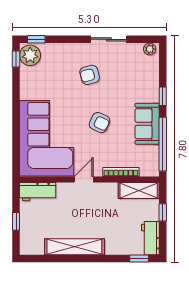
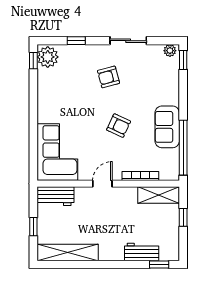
window: (36, 39) -> (76, 41), moved
window: (163, 96) -> (183, 60), moved
corner sofa: (47, 138) -> (57, 152), width x0.73, depth x0.74
workbench: (150, 238) -> (142, 252), moved, turned 90
shelving: (74, 247) -> (68, 252), moved

